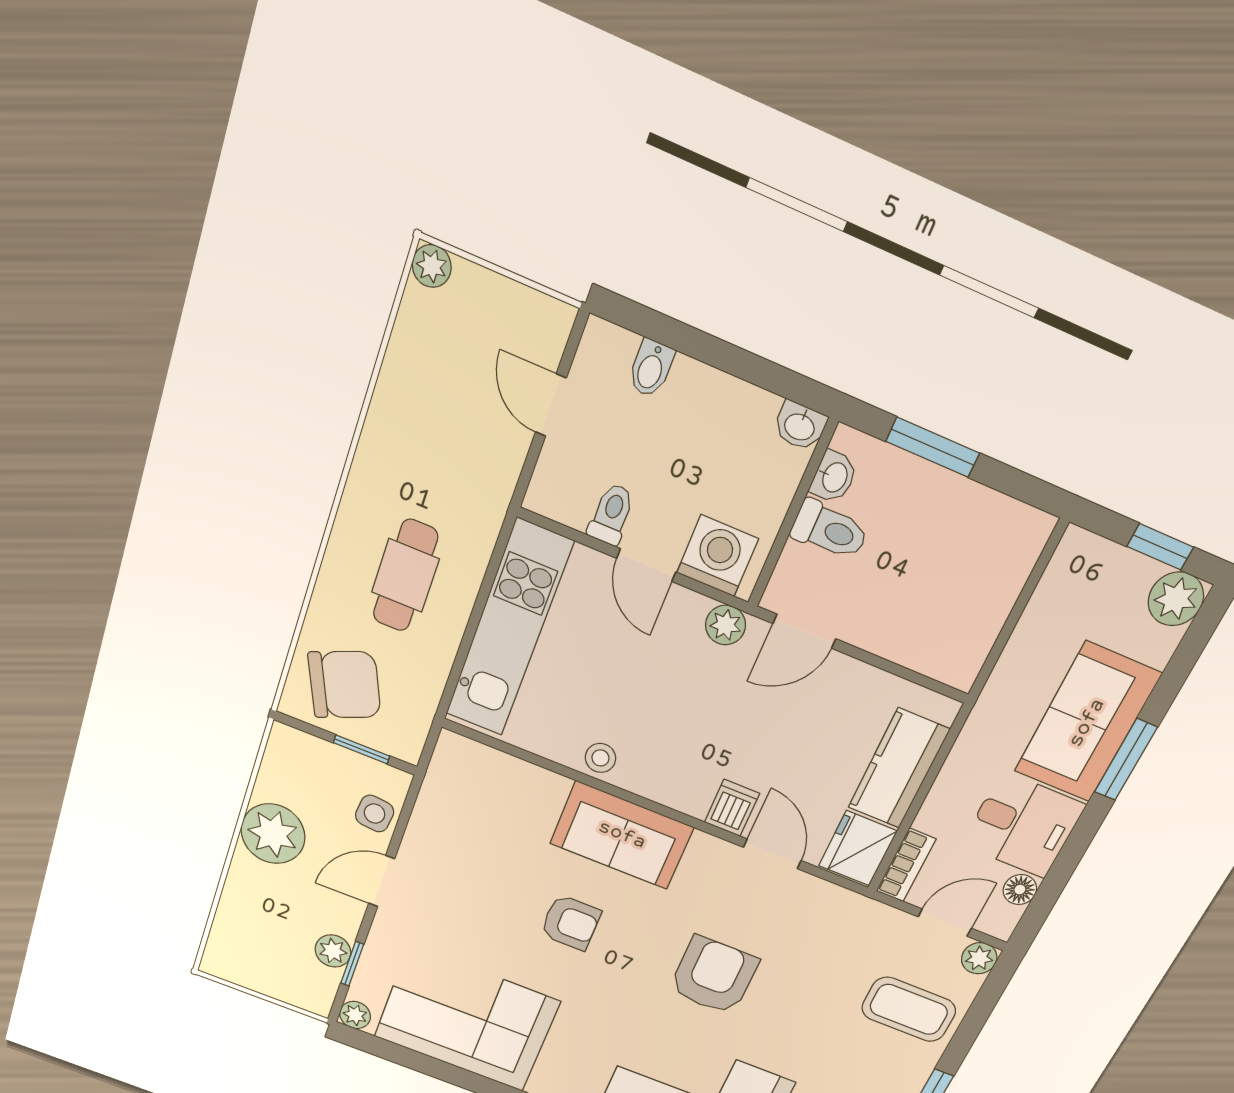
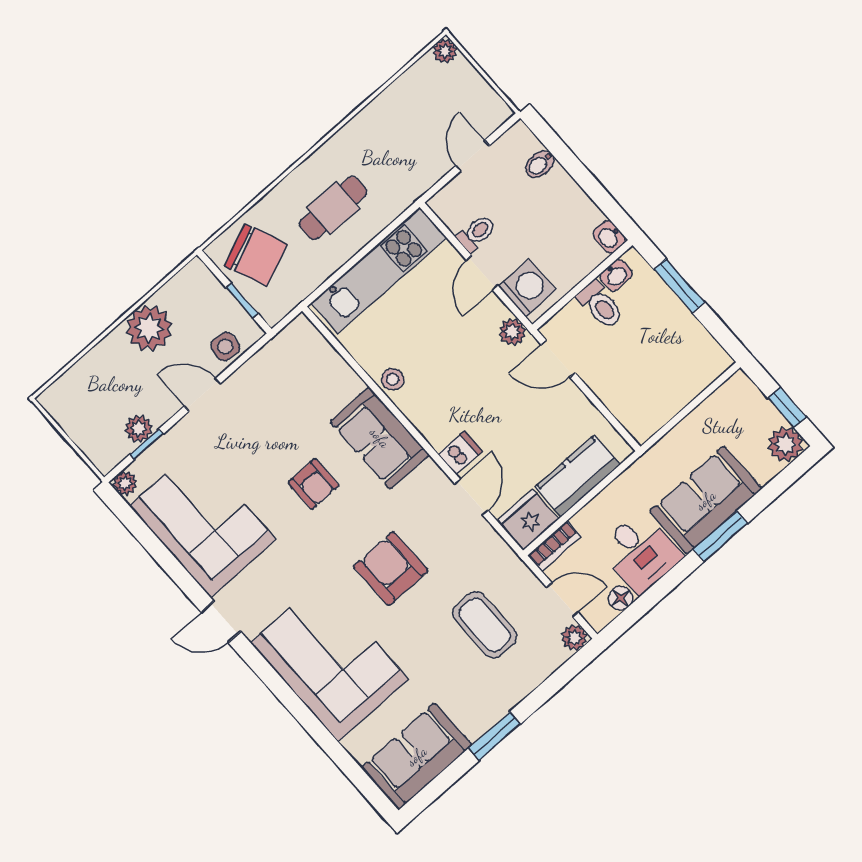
armchair: (714, 976) -> (391, 569), turned -90
coffee table: (909, 1009) -> (485, 625), moved

